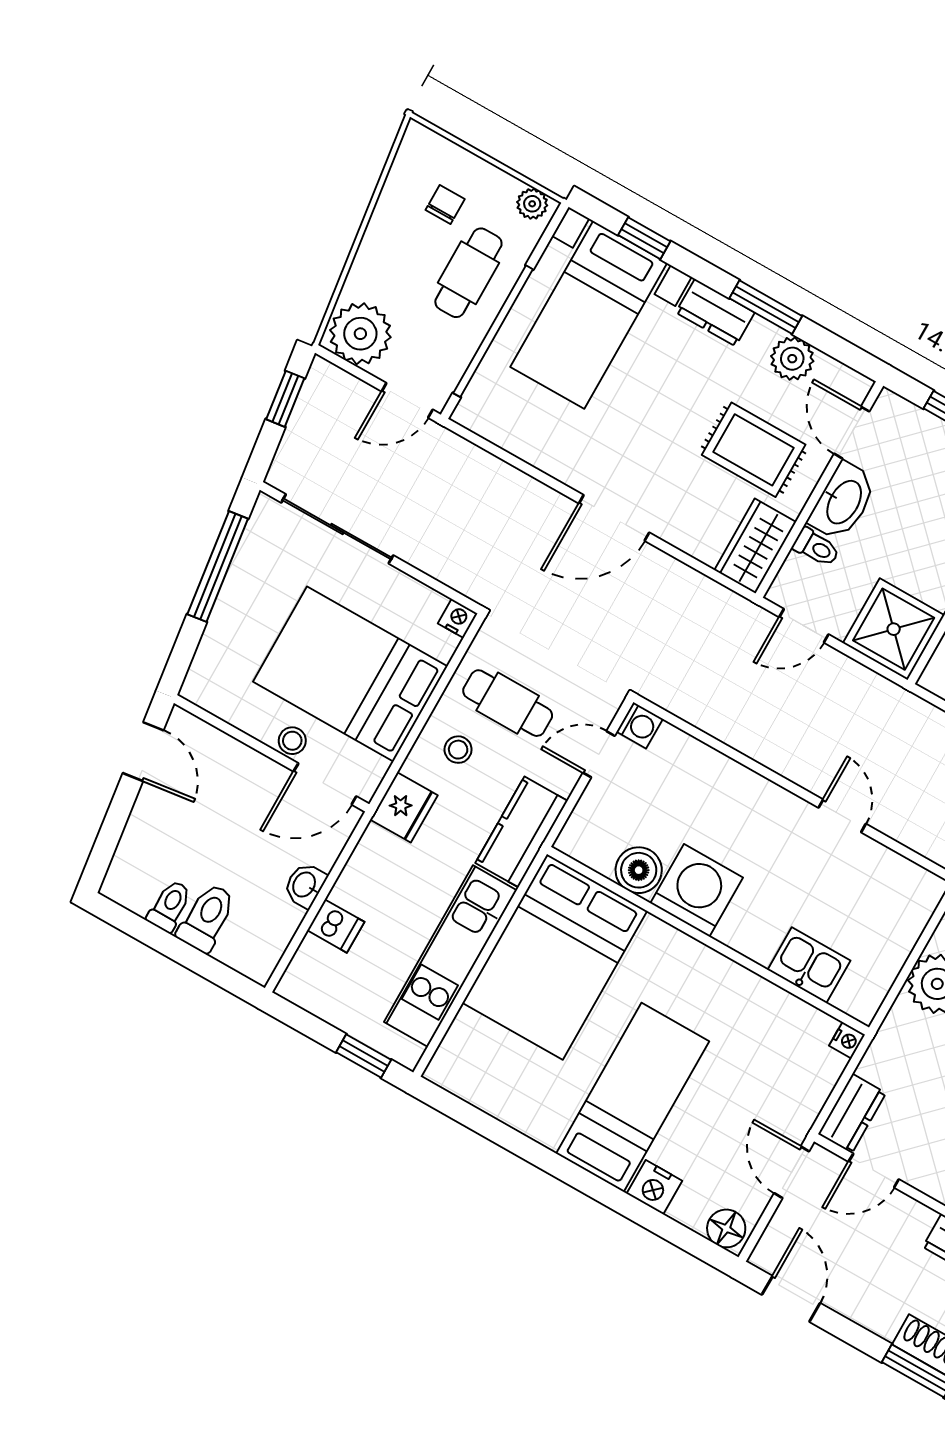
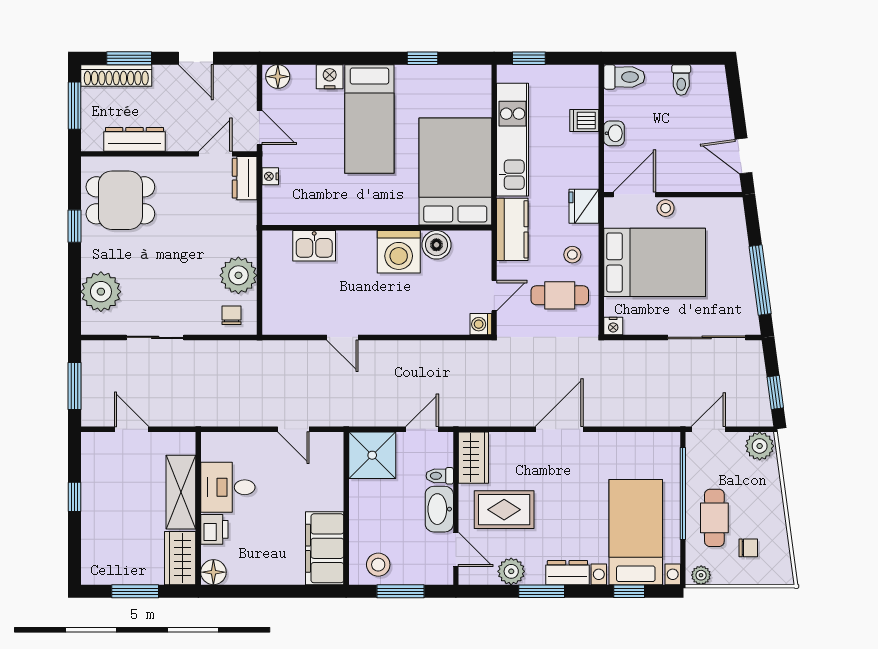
chair: (445, 205) -> (748, 548), turned -90
plant: (360, 334) -> (760, 446), width x0.73, depth x0.73
toilet: (207, 918) -> (624, 77), moved, turned -90
nightstand: (847, 1040) -> (270, 176), moved
window: (511, 1140) -> (422, 58), added
door: (791, 1299) -> (196, 58), moved

